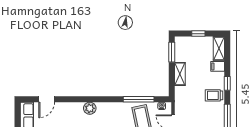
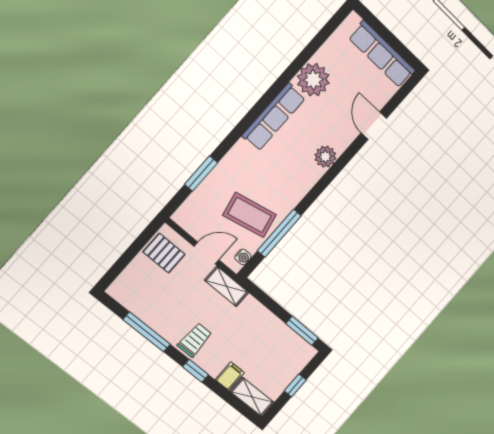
shelving: (180, 74) -> (227, 286), moved
door: (47, 99) -> (374, 126), moved

